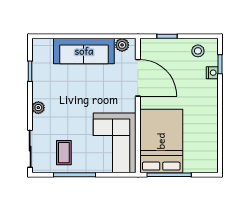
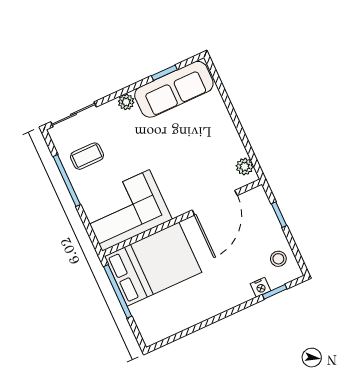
sofa: (84, 51) -> (174, 89), moved, turned -90

